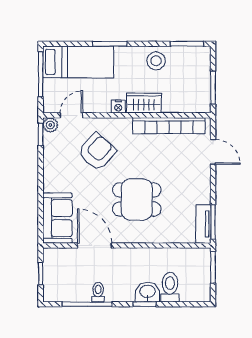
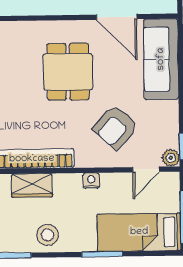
wardrobe: (144, 103) -> (32, 185), moved
dining table: (137, 199) -> (68, 72), turned 90
sofa: (57, 218) -> (161, 59), width x1.36

